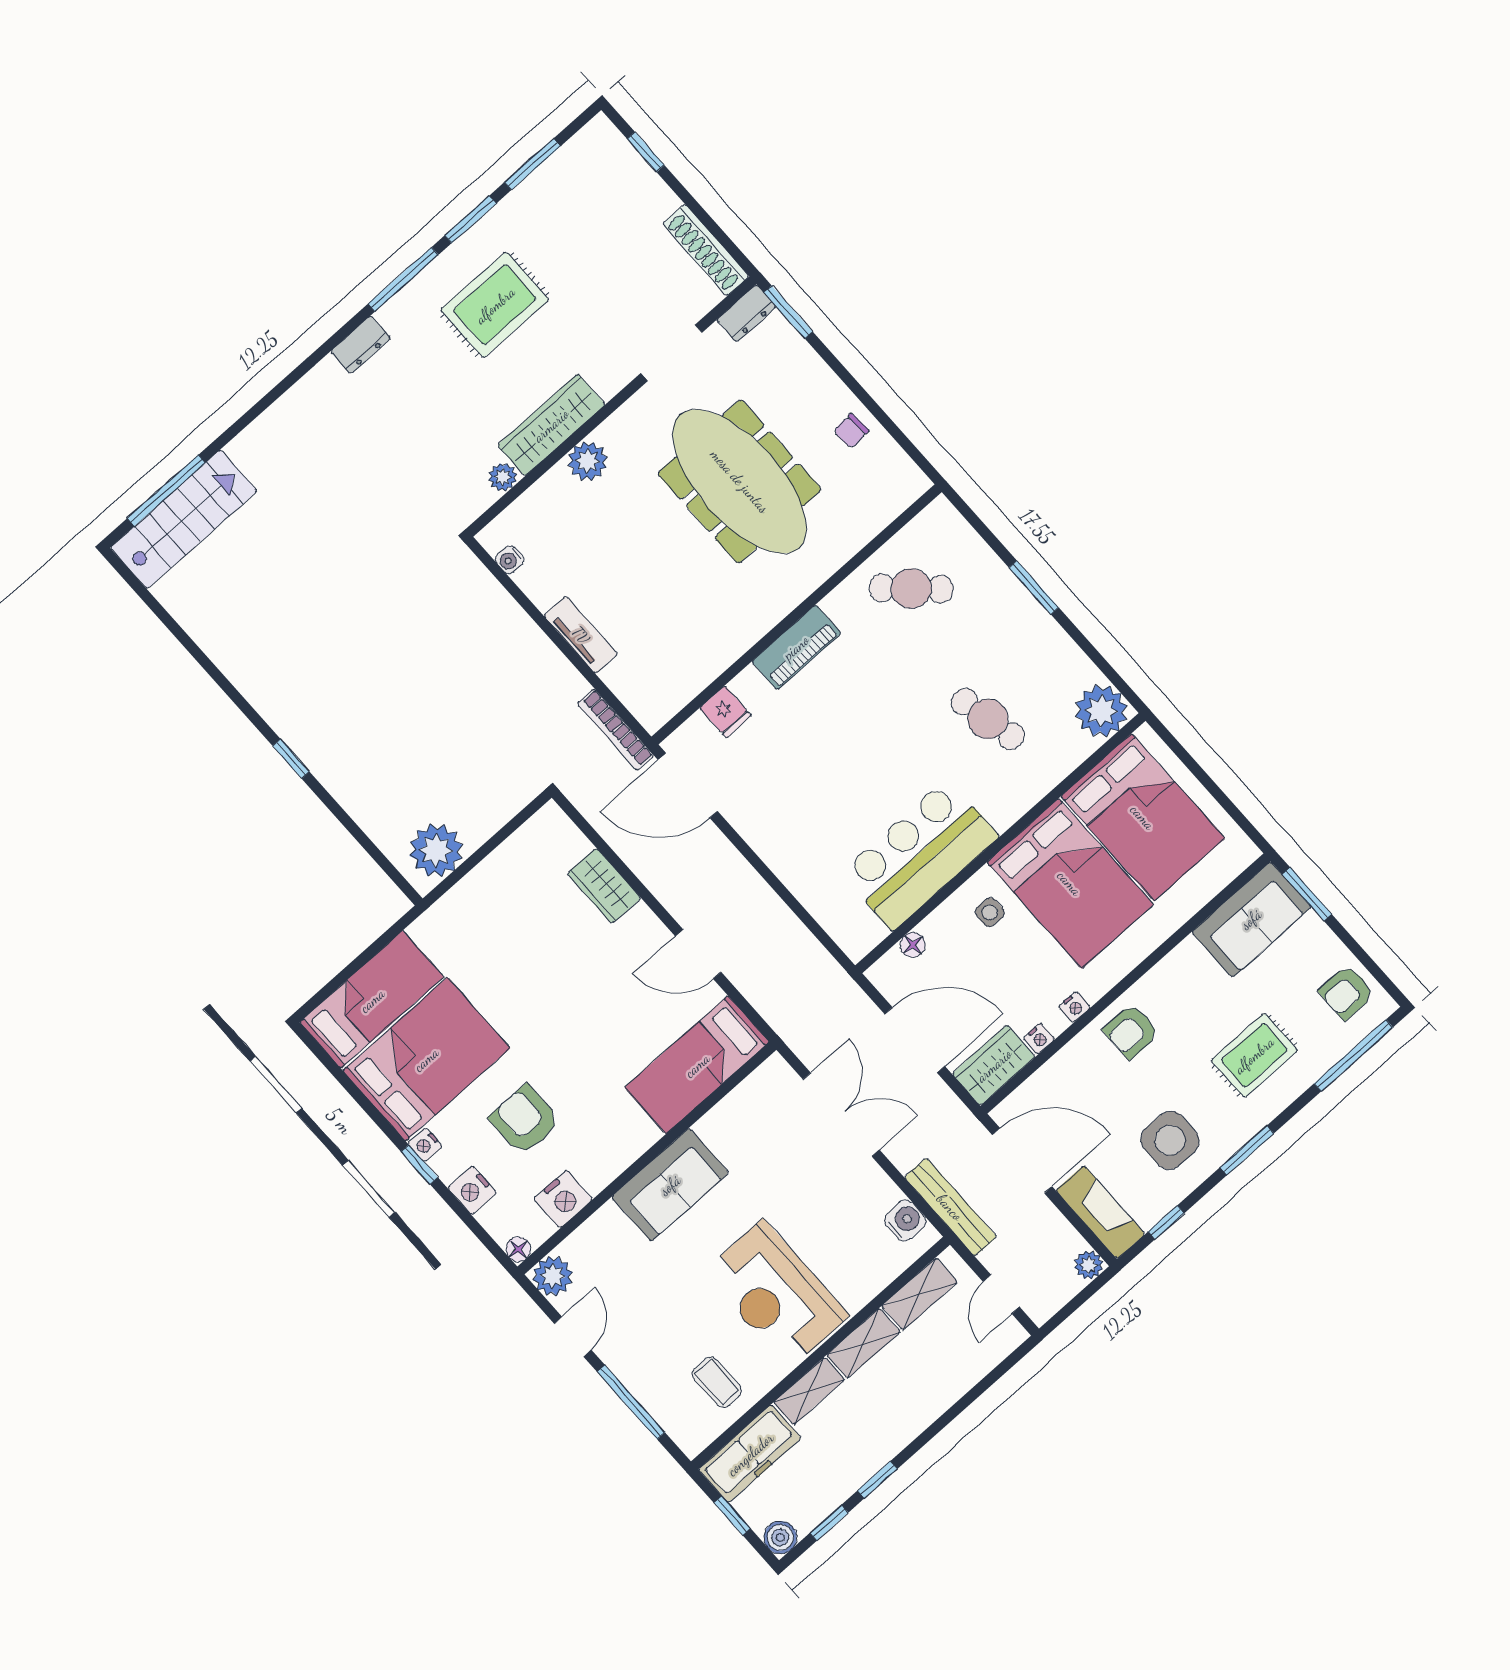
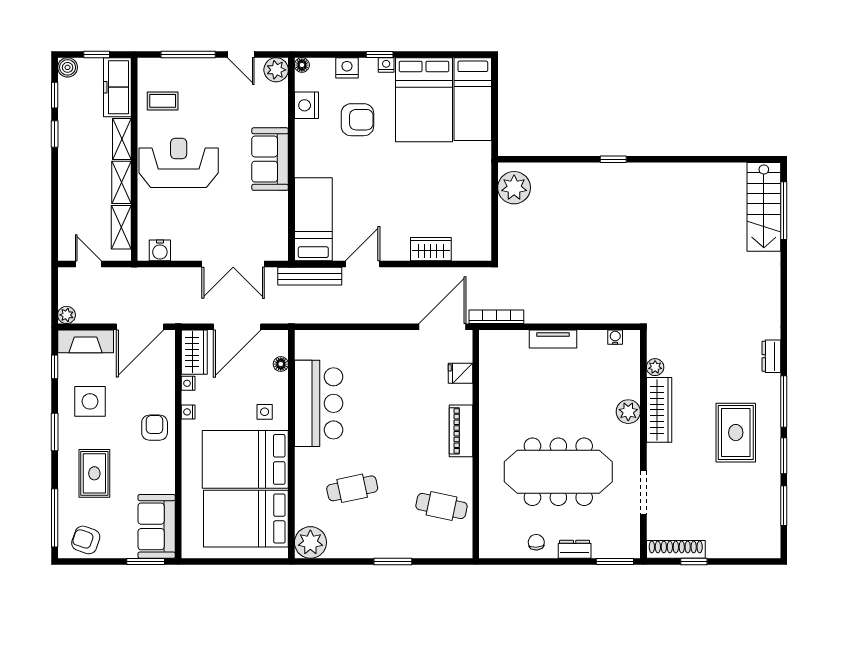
window: (646, 152) -> (694, 561), moved
dresser: (746, 313) -> (575, 549), moved, turned 90
cafe table: (911, 589) -> (442, 506), turned 59
armchair: (1347, 992) -> (86, 540), turned -71
bench: (950, 1207) -> (310, 276), moved

